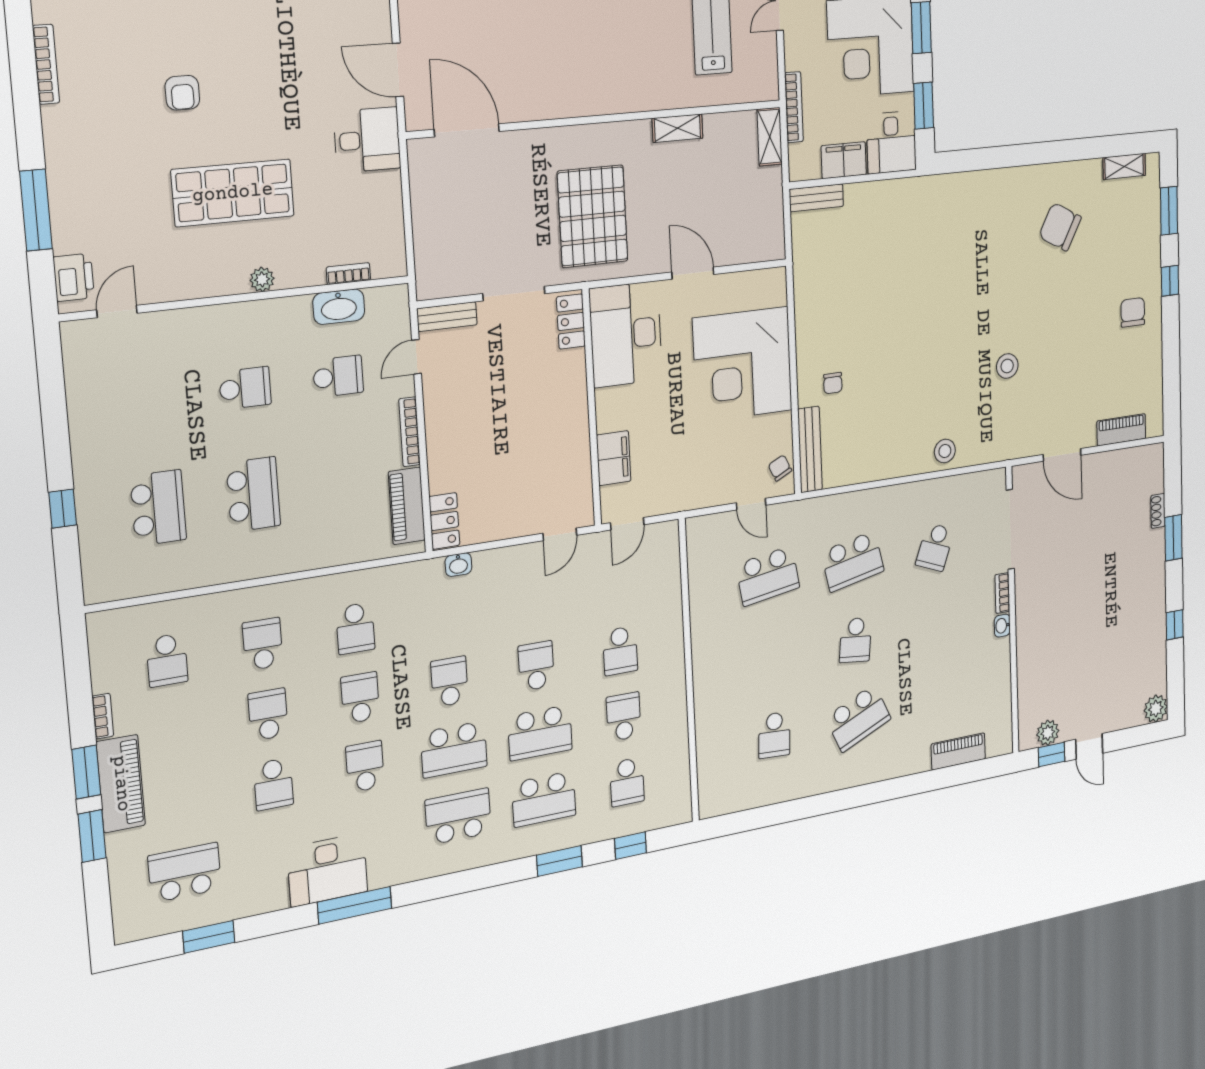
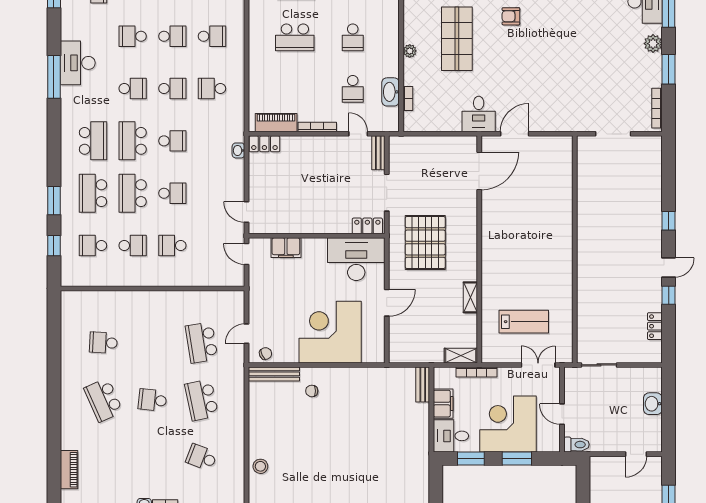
pallet: (593, 216) -> (425, 242), turned 90

